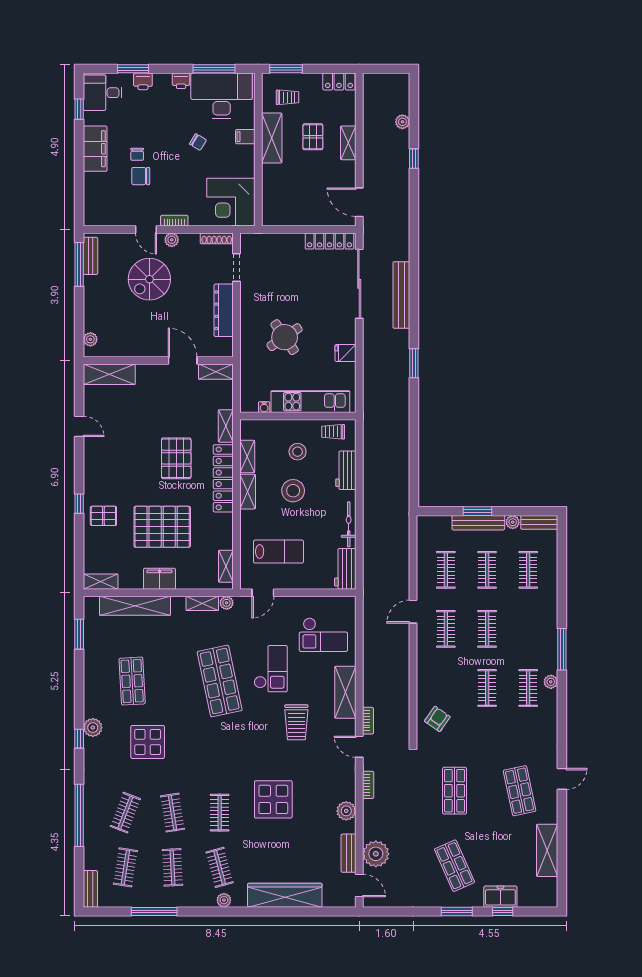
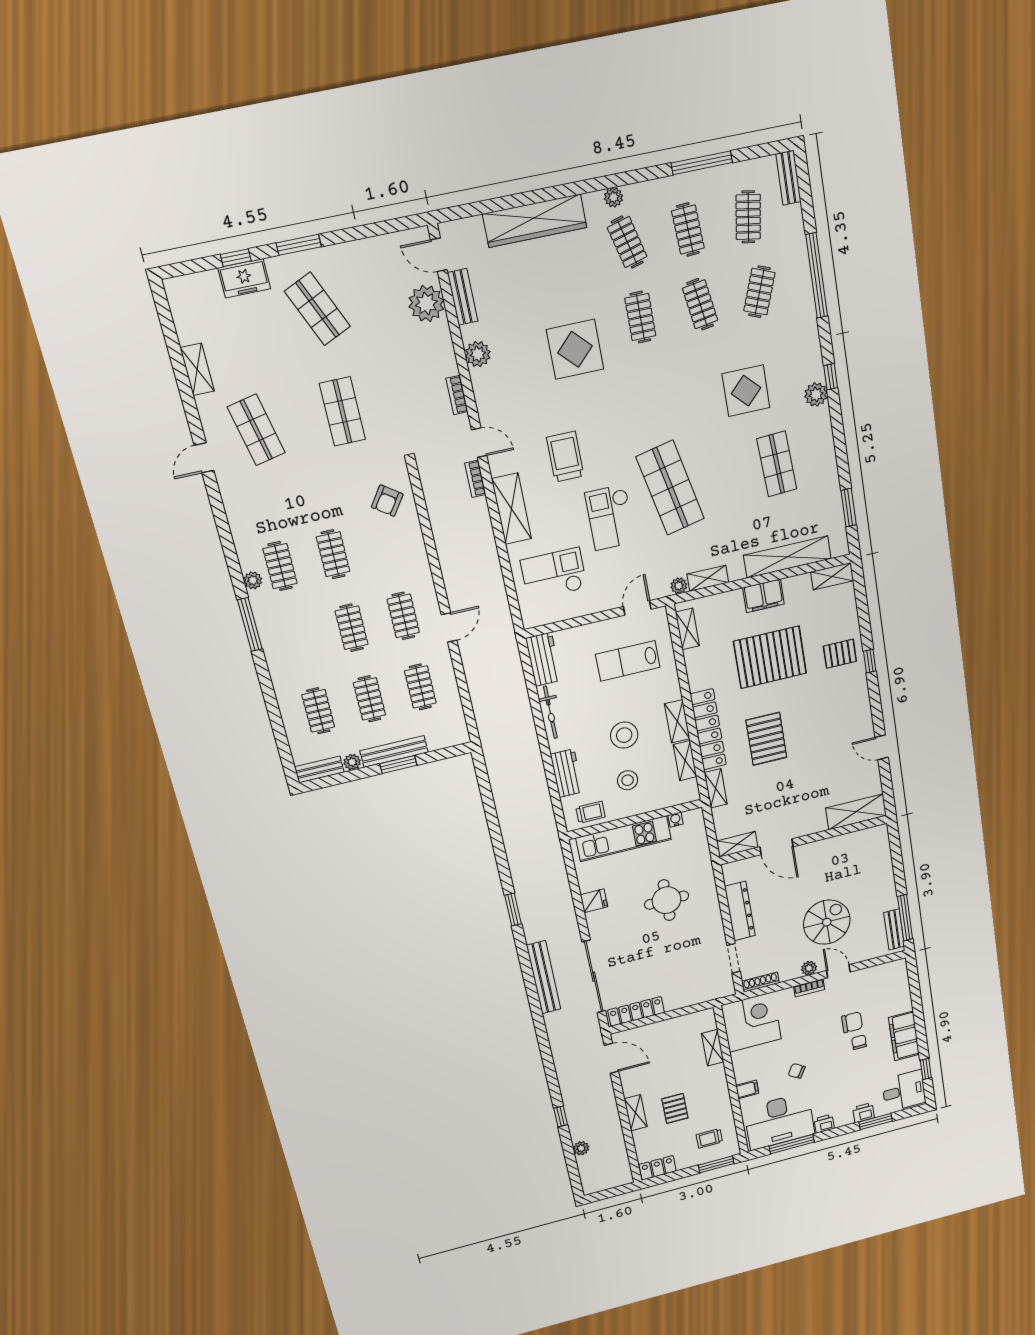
shelving: (272, 138) -> (713, 1048), moved, width x0.67, depth x0.75
round table: (285, 337) -> (667, 900), turned 34
plant: (90, 339) -> (882, 844), removed
shelving: (547, 850) -> (197, 369), width x0.67, depth x0.75

